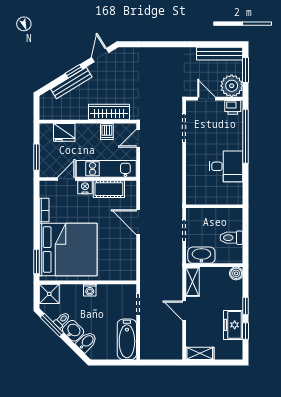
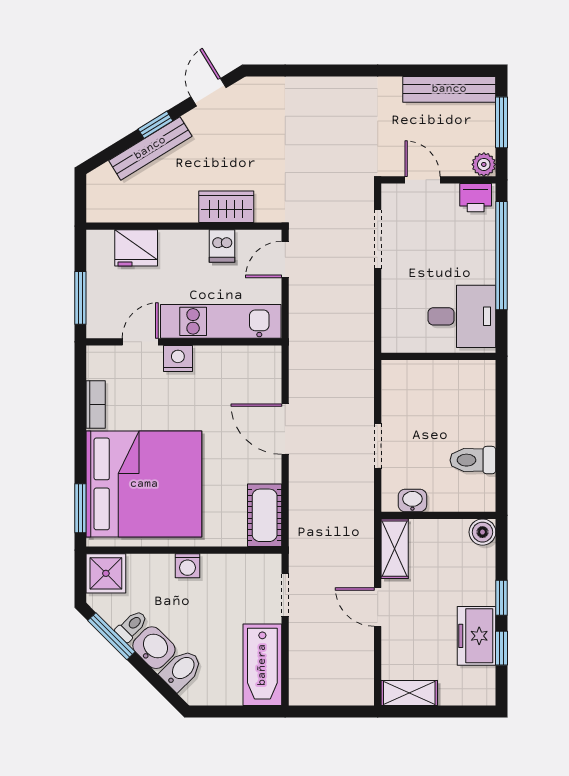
plant: (232, 86) -> (484, 164), width x0.53, depth x0.53
wardrobe: (109, 112) -> (226, 207), width x0.67
cot: (109, 189) -> (265, 515), moved, turned 90
wall: (214, 206) -> (438, 356), moved
washbasin: (201, 255) -> (412, 500), width x0.52, depth x0.69

